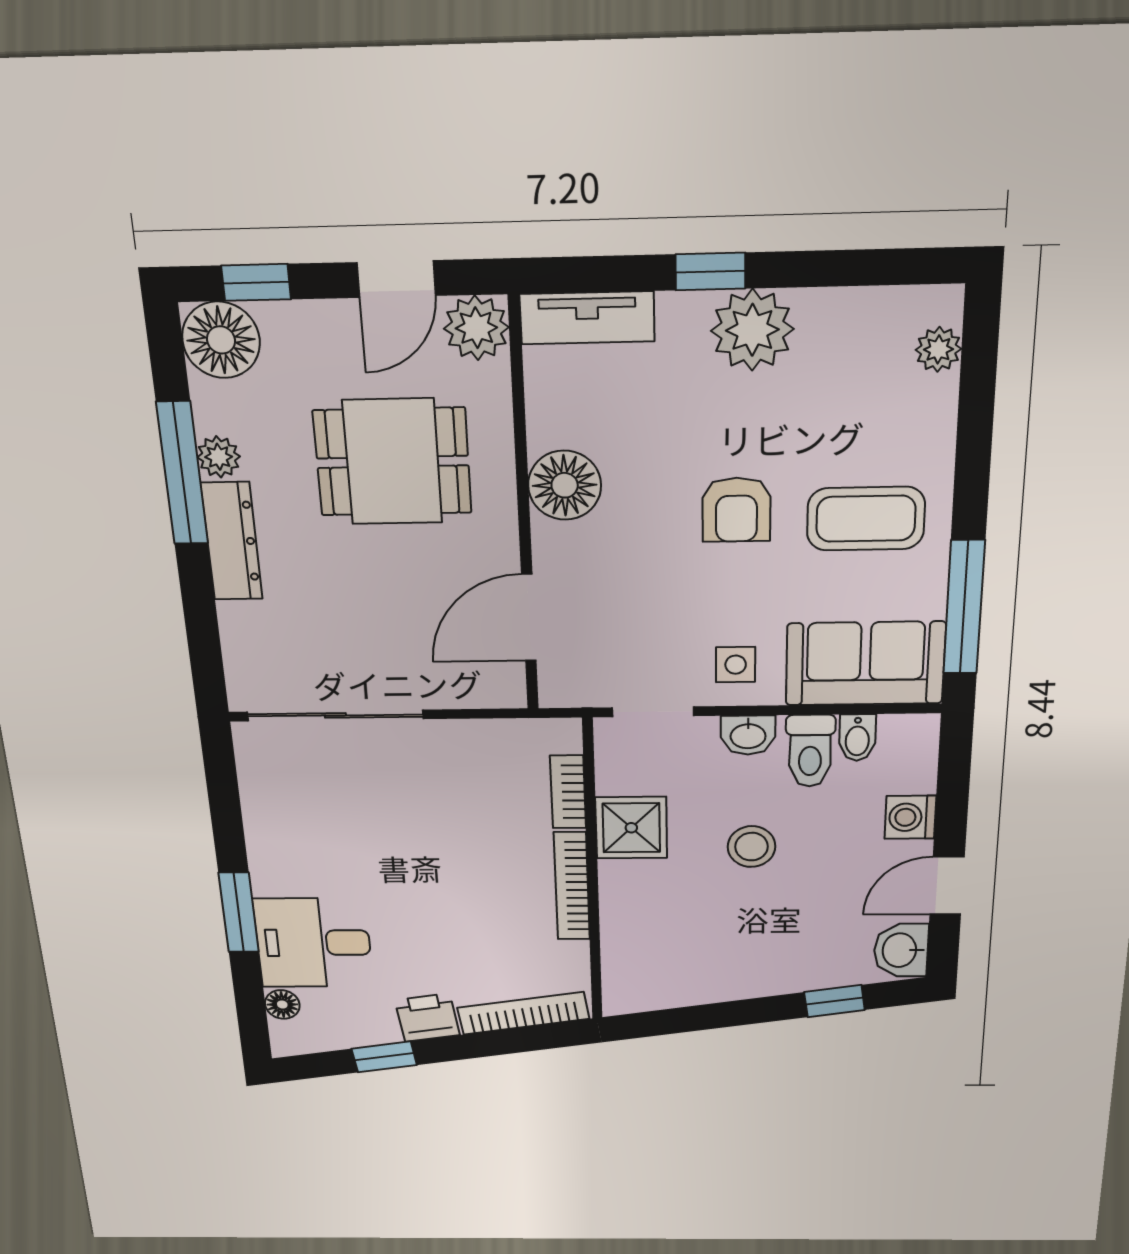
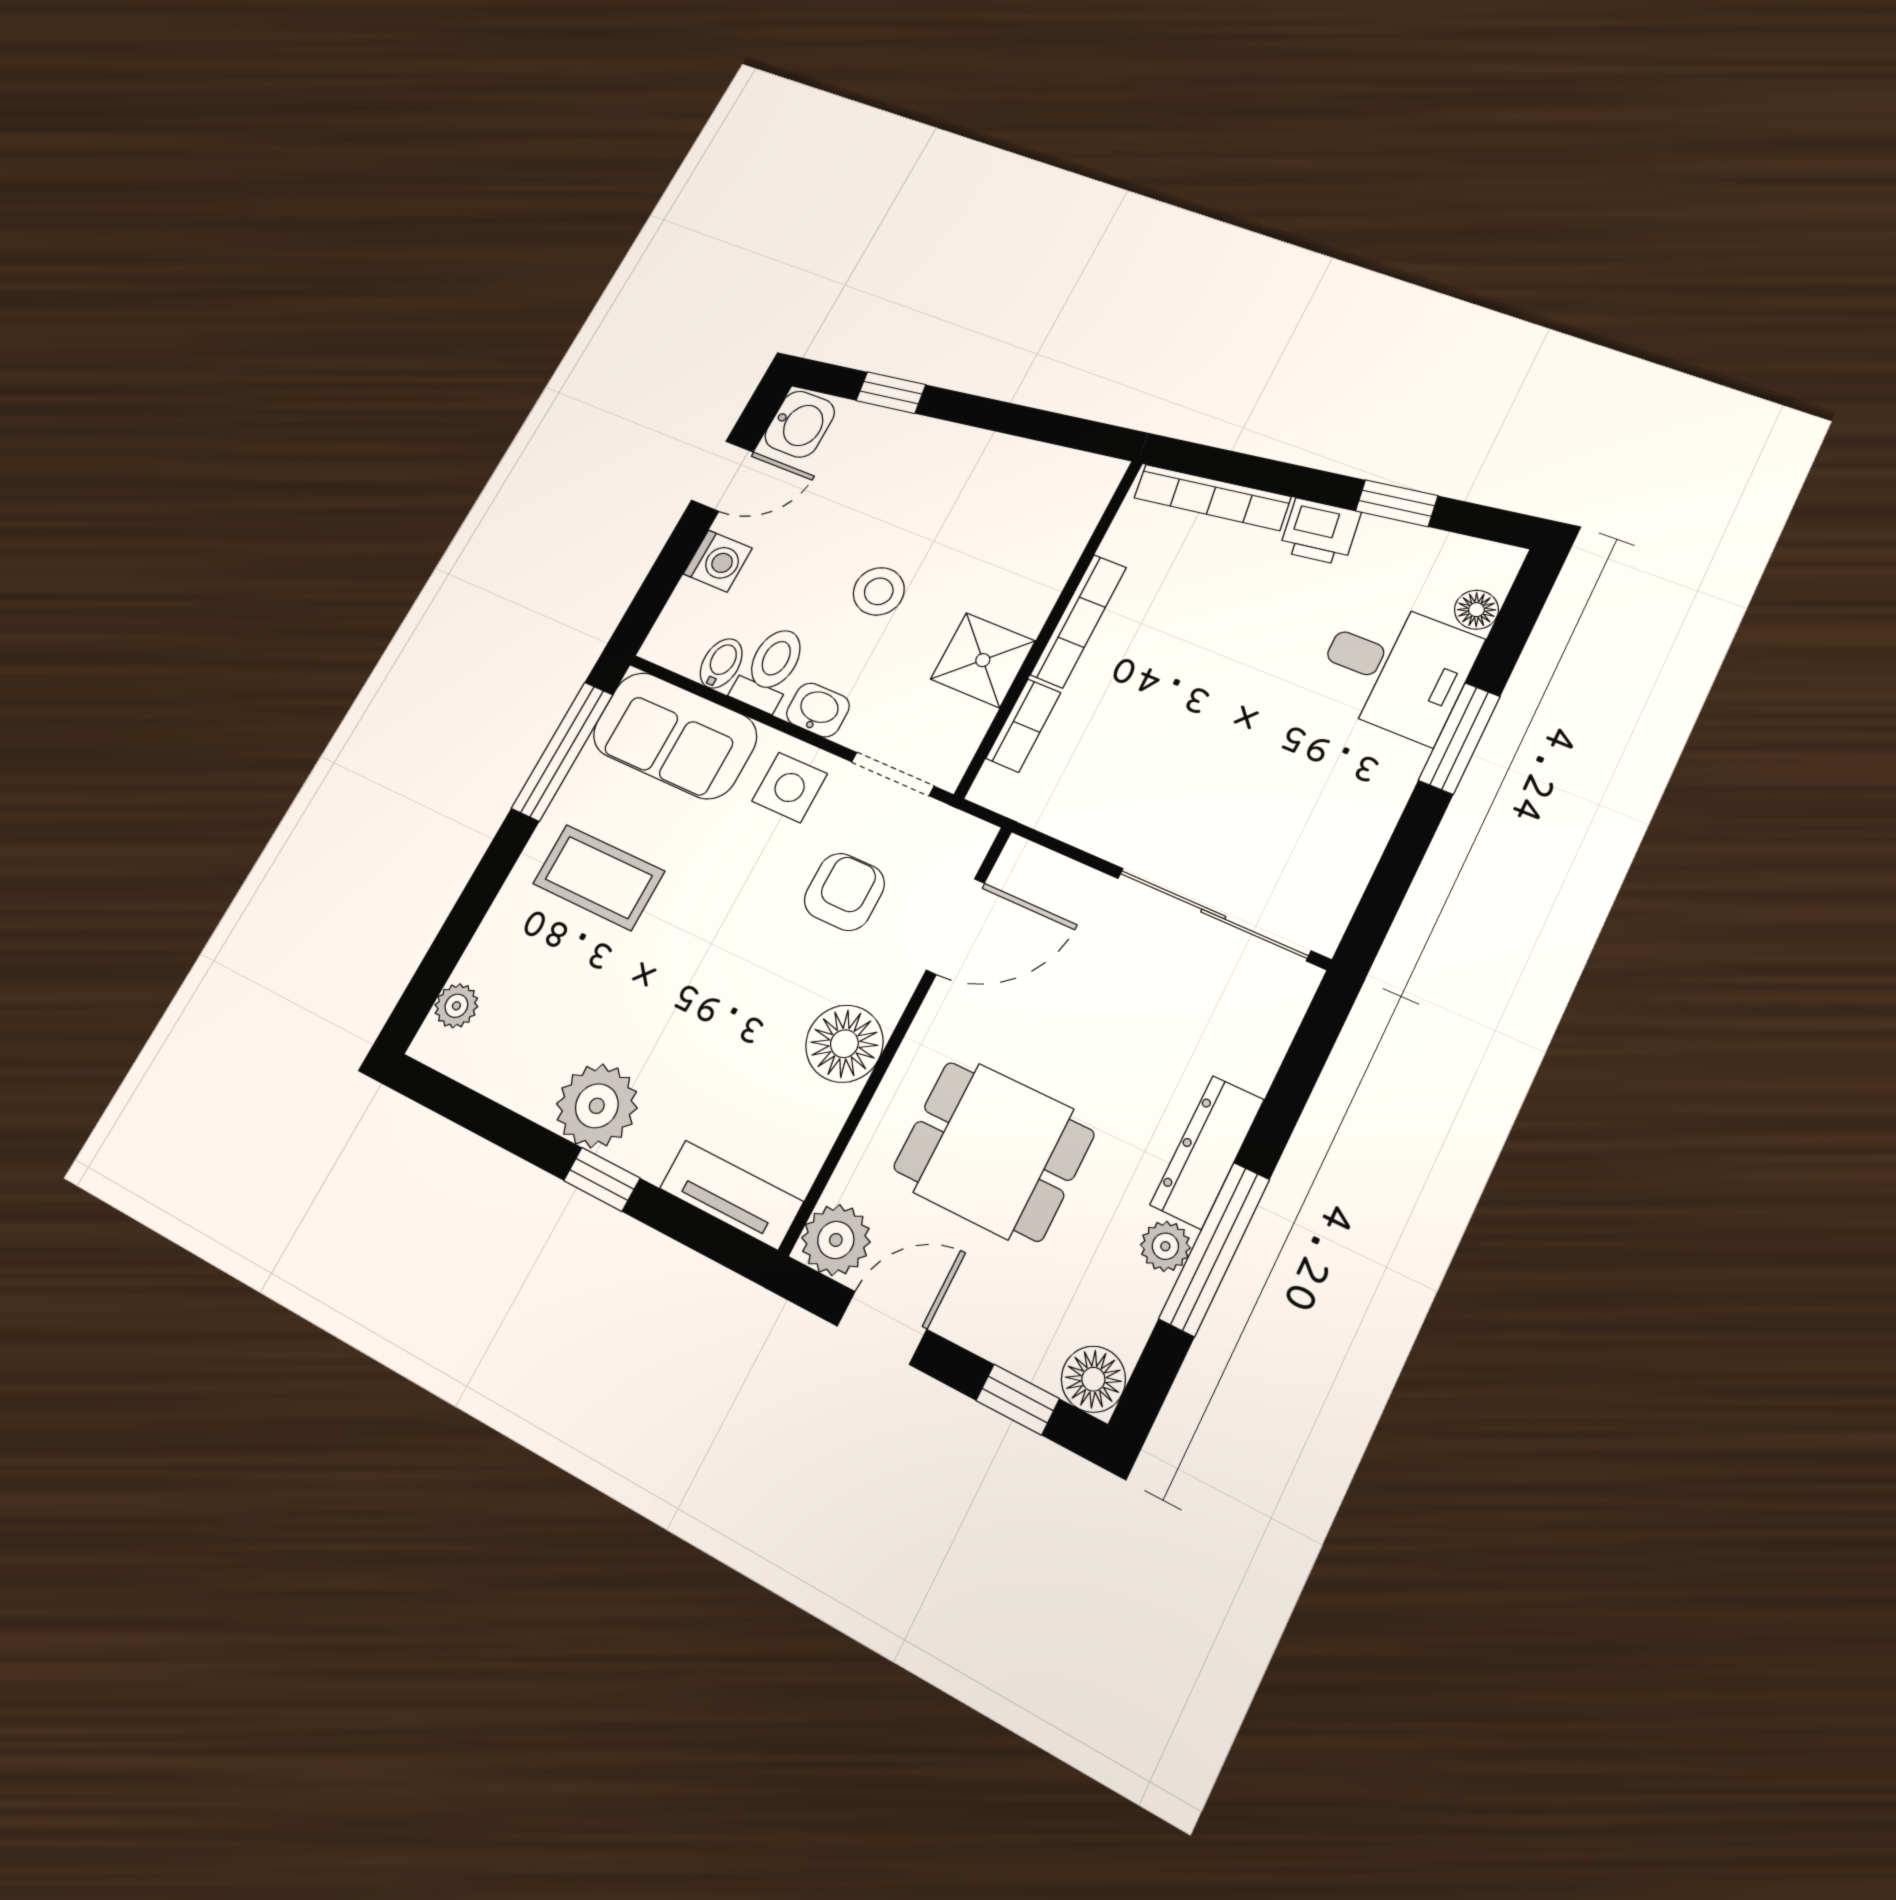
floor lamp: (221, 340) -> (1093, 1379), width x0.73, depth x0.73
armchair: (736, 510) -> (844, 892), moved
side table: (736, 665) -> (790, 787), width x1.37, depth x1.37

